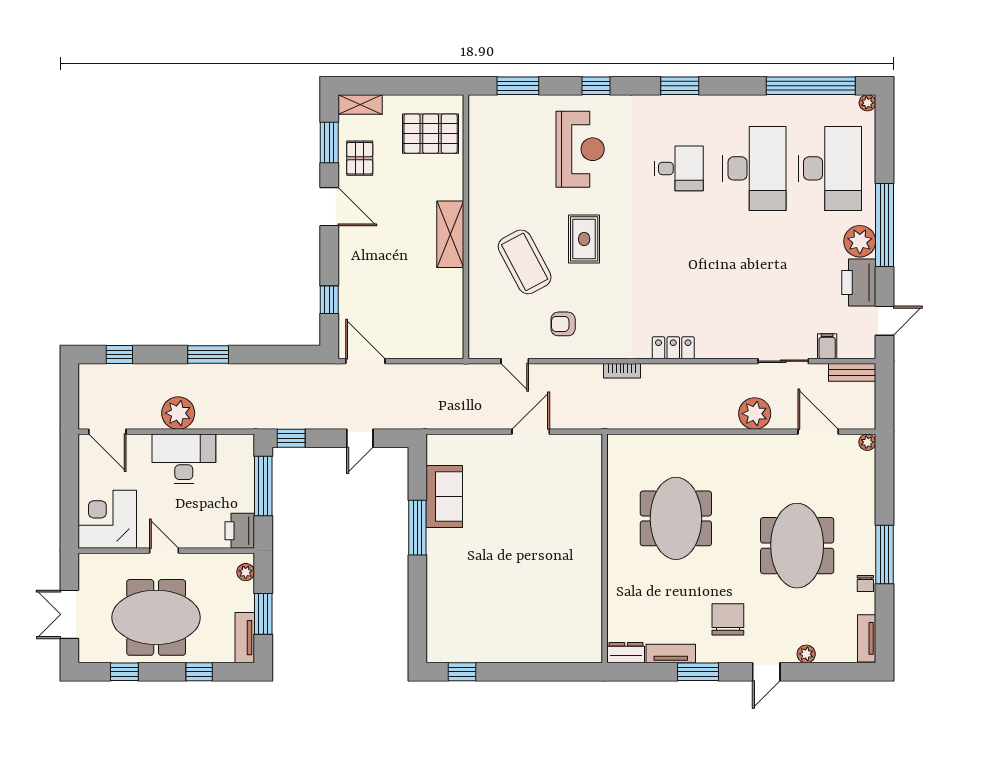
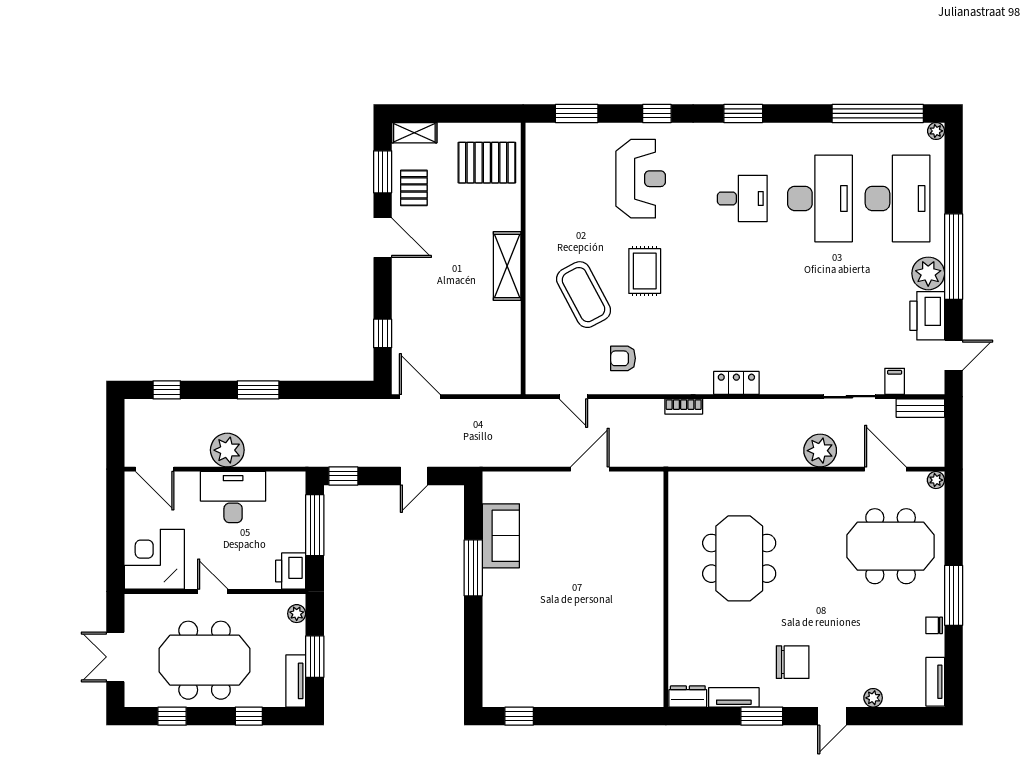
meeting table: (797, 546) -> (891, 546), moved, turned 90
chair: (865, 584) -> (934, 625), turned 90
chair: (728, 619) -> (793, 662), turned 90

